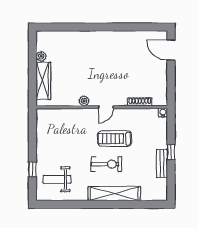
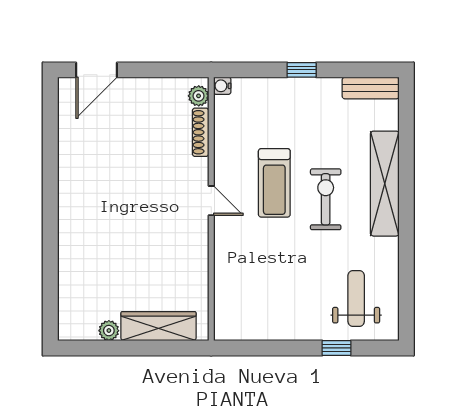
plant: (84, 101) -> (199, 96), moved
bench: (162, 163) -> (371, 88), moved
weight bench: (57, 179) -> (356, 298), turned 180

